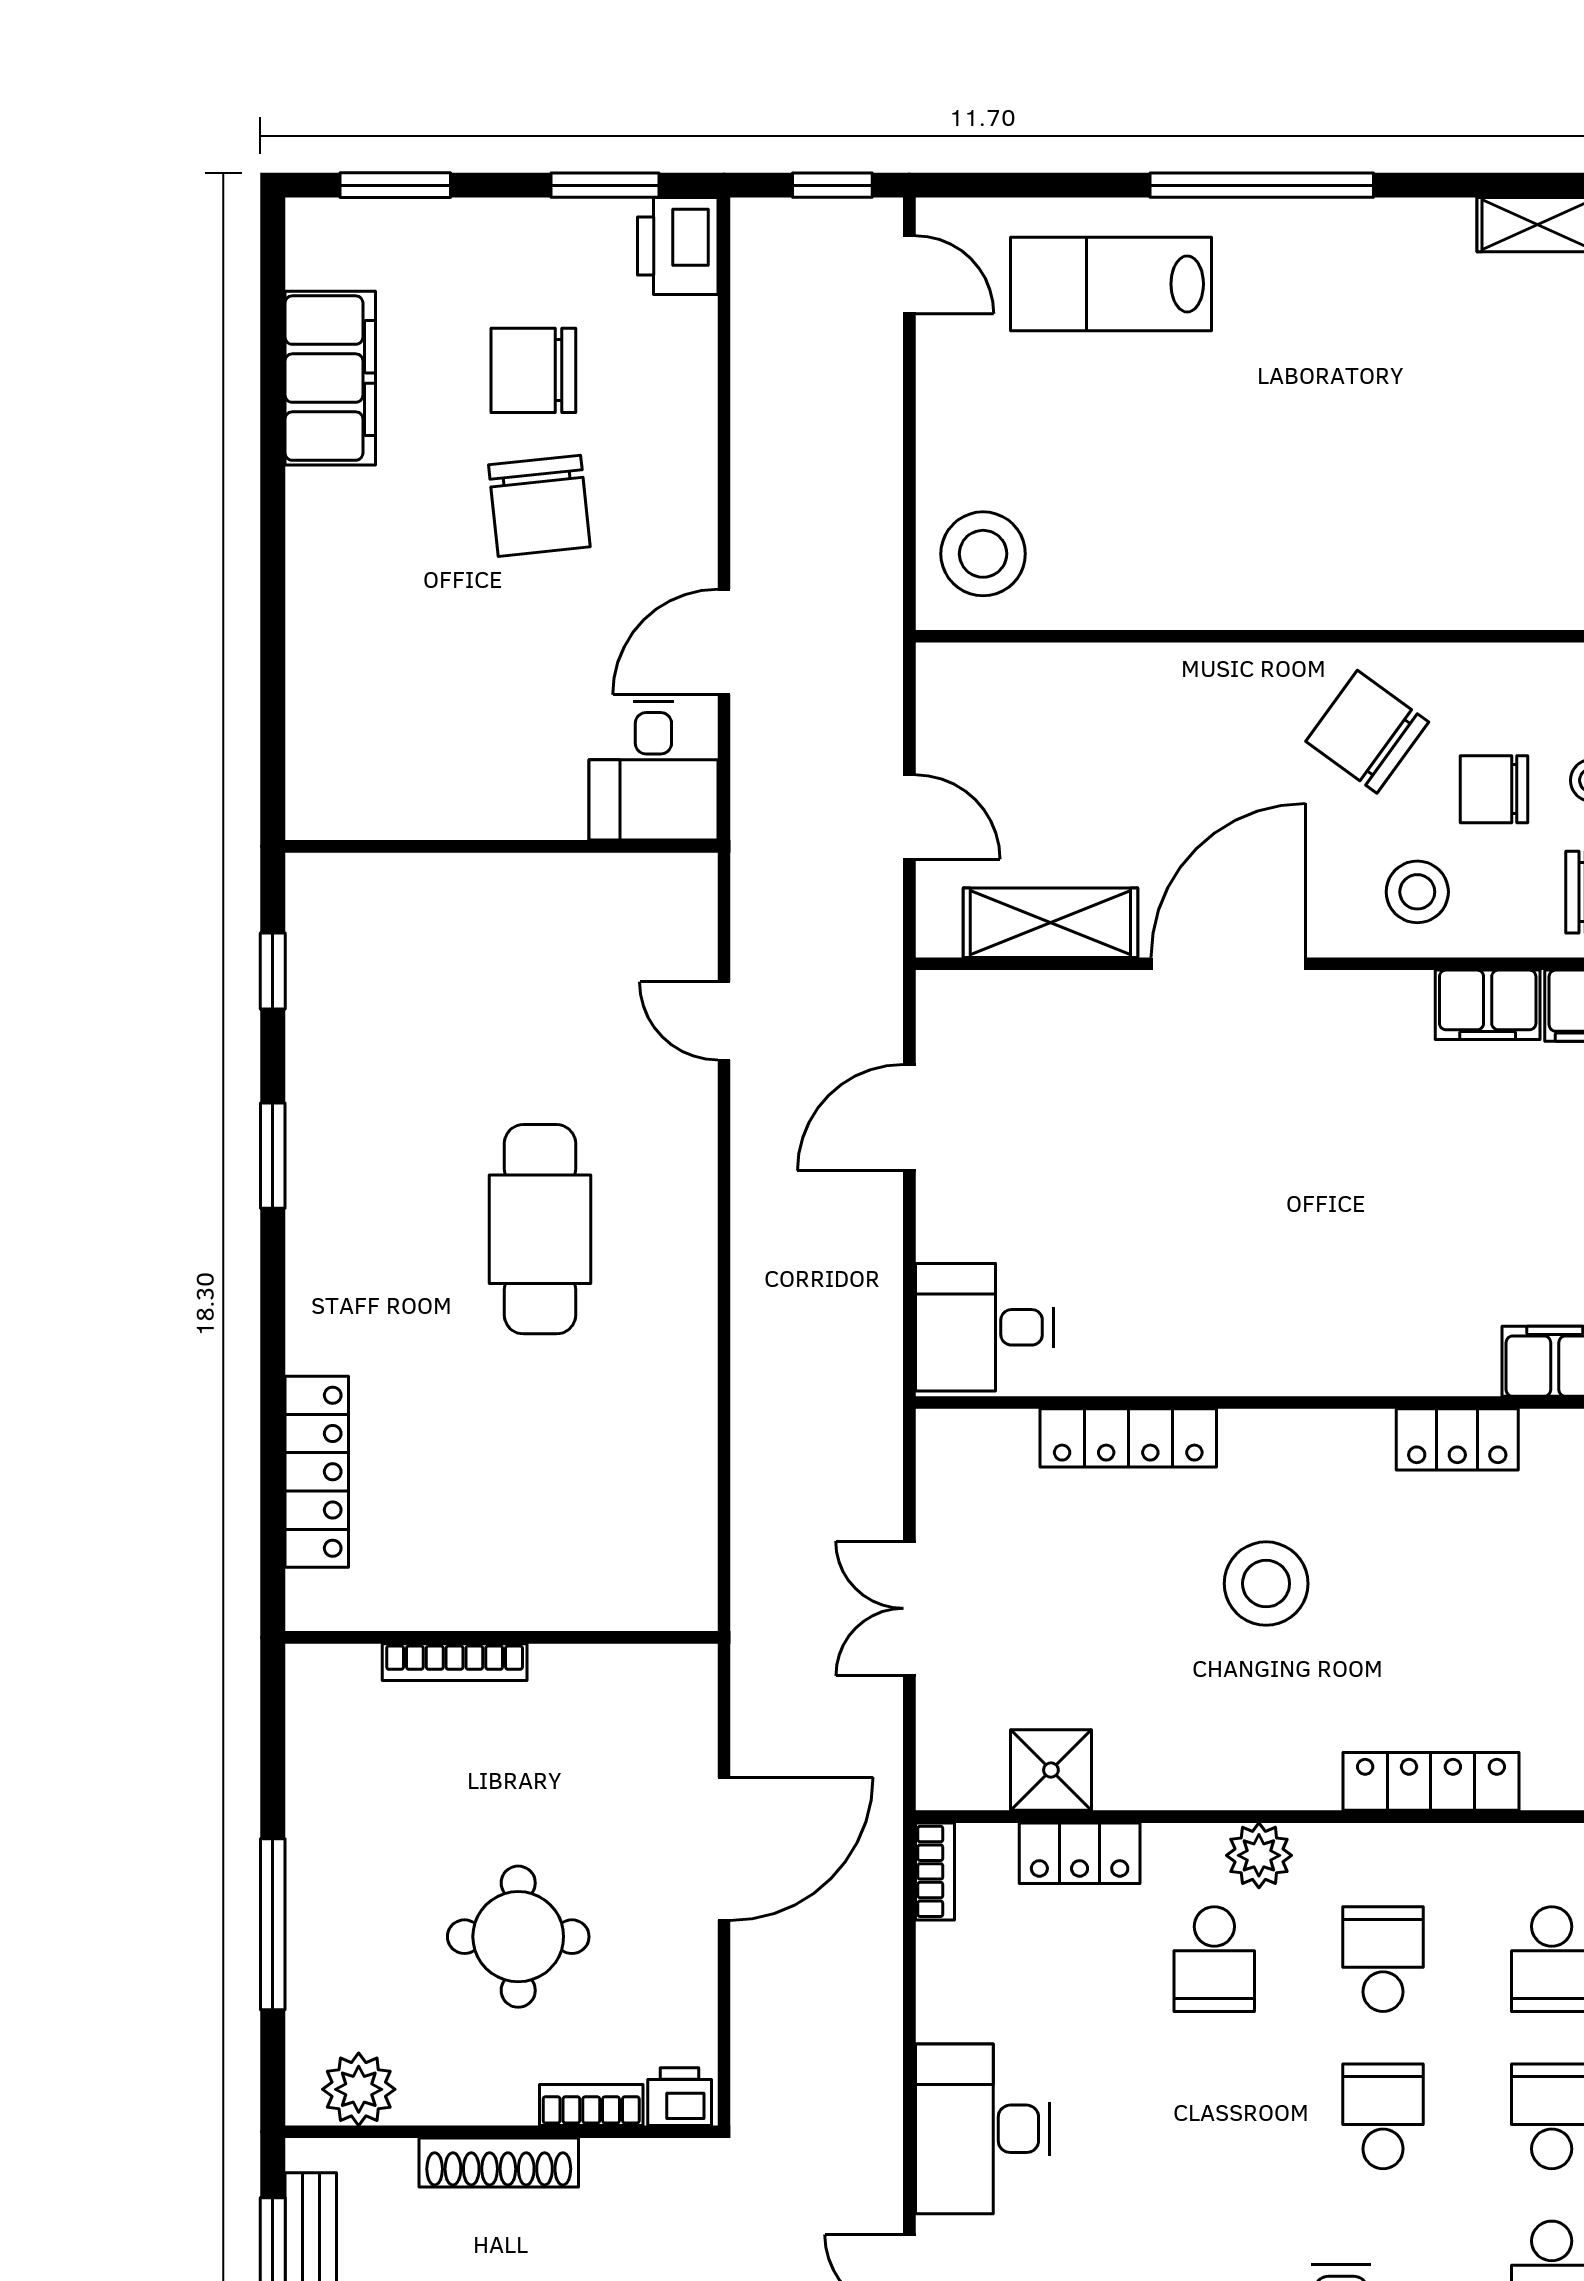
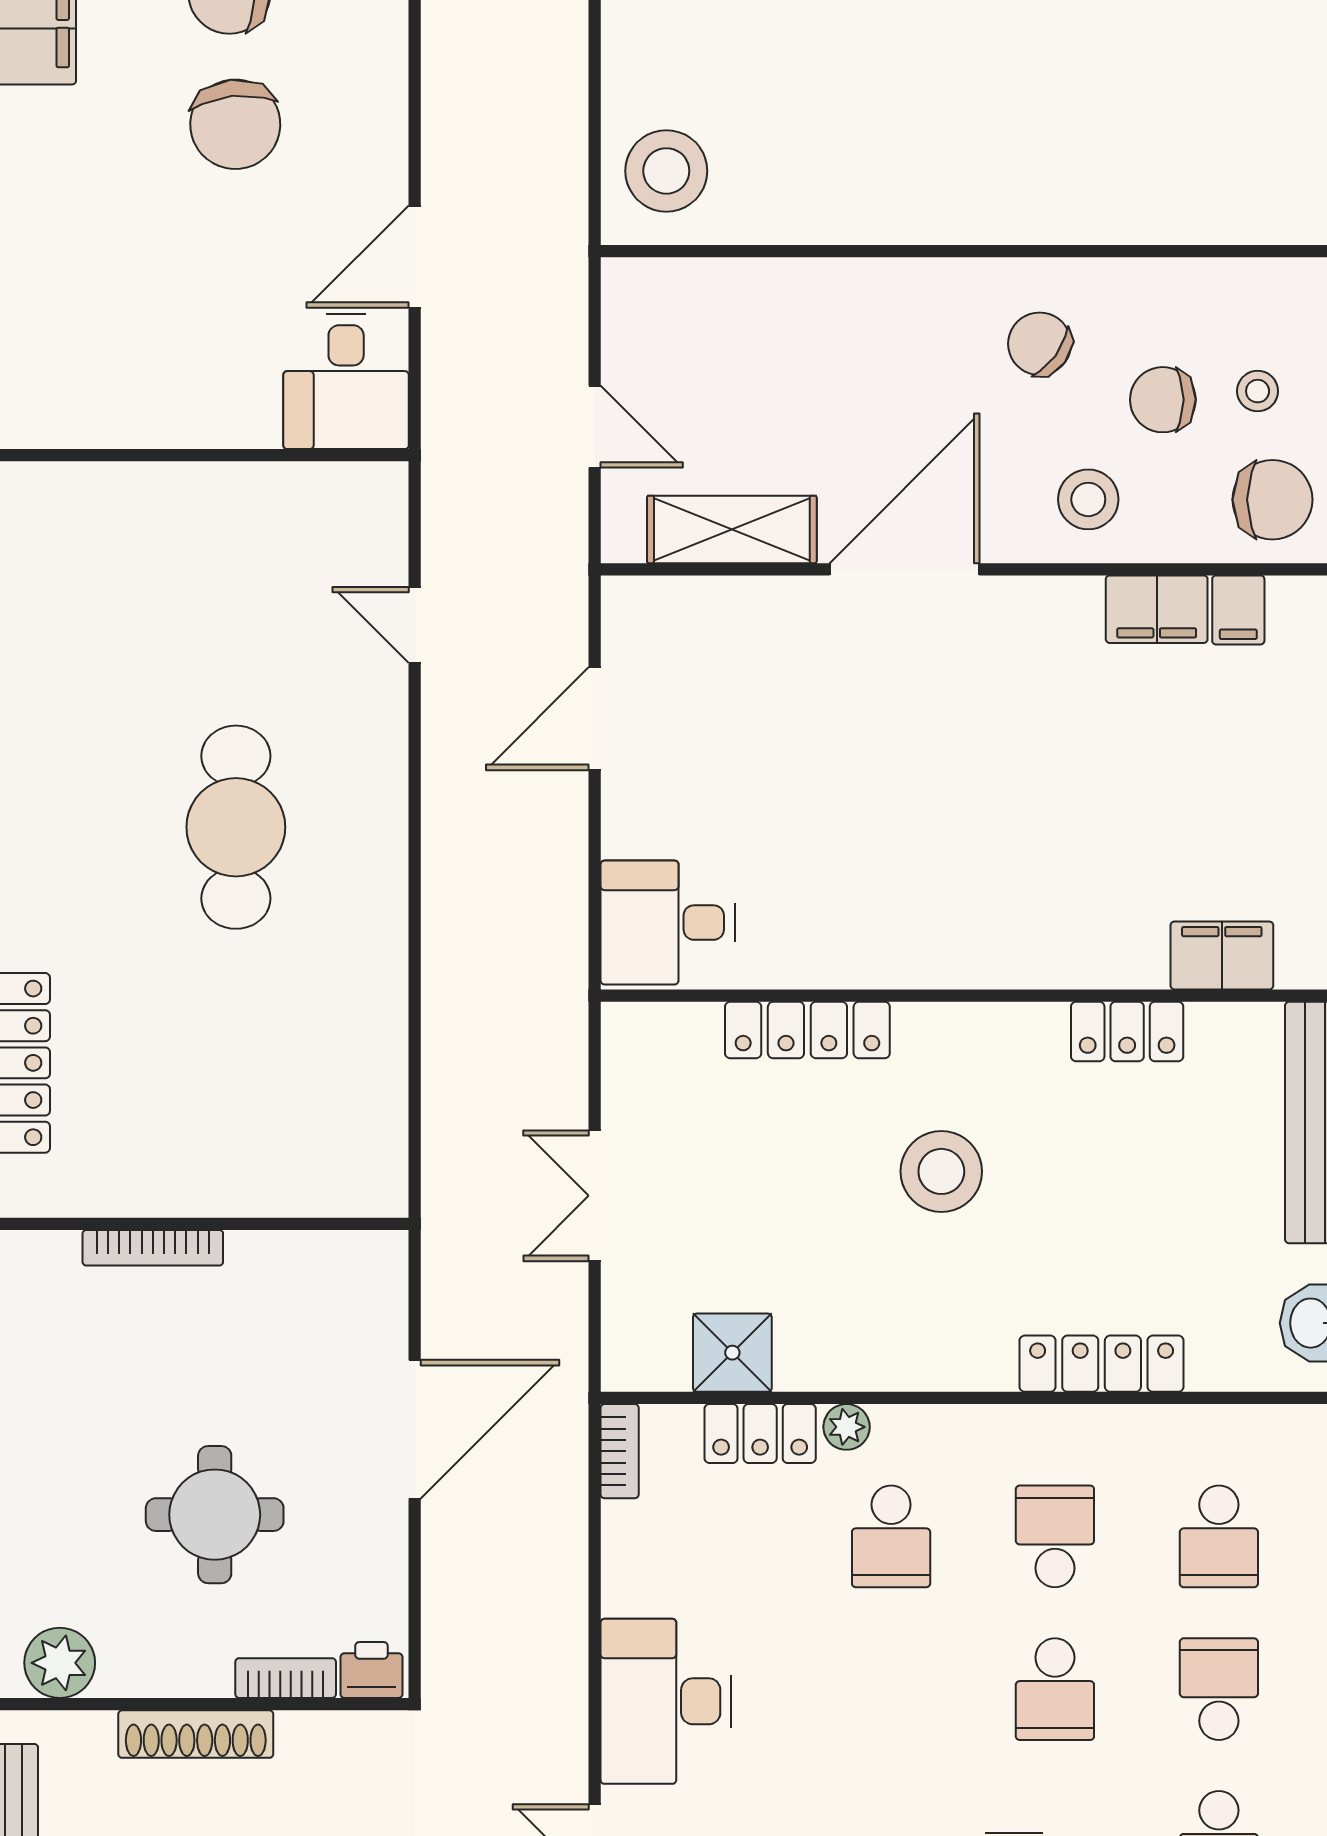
chair: (1367, 732) -> (1040, 344), width x0.73, depth x0.73
plant: (1259, 1855) -> (847, 1427), moved, width x0.73, depth x0.73
school desk: (1383, 2116) -> (1055, 1689), turned 180

